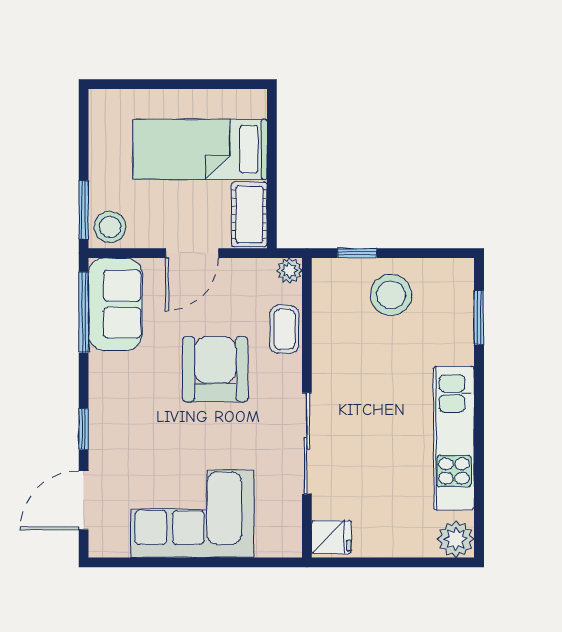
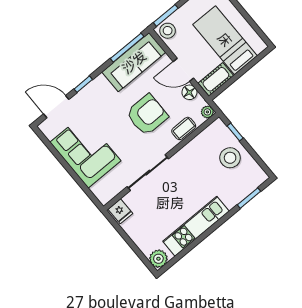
floor lamp: (235, 273) -> (189, 92), added
sofa: (115, 304) -> (134, 62), width x1.36

